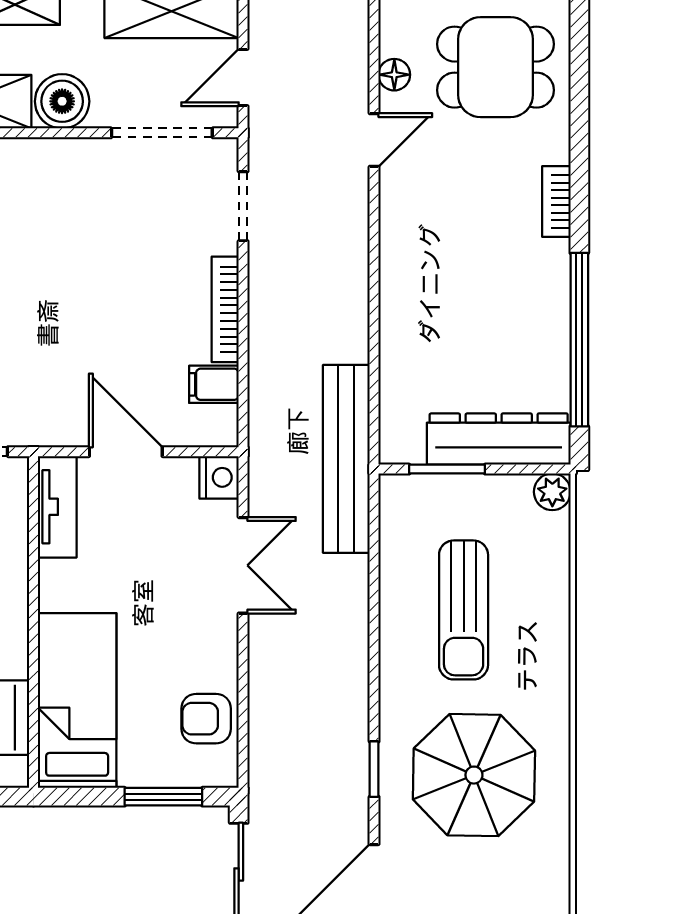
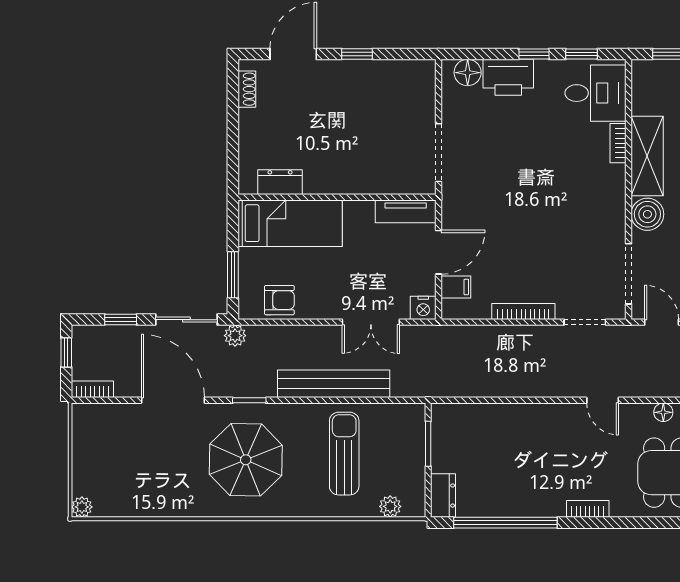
door: (374, 140) -> (603, 400), moved
filing cabinet: (214, 384) -> (456, 287), moved, turned 90
dresser: (499, 439) -> (443, 496), width x0.51, depth x0.80
bench: (346, 459) -> (334, 384), moved
plant: (552, 492) -> (390, 506), moved
sun lounger: (464, 610) -> (344, 454), turned 90
armchair: (206, 719) -> (279, 300), turned 90
plant: (266, 793) -> (235, 336), added

